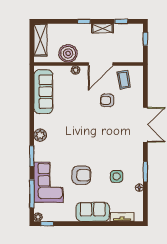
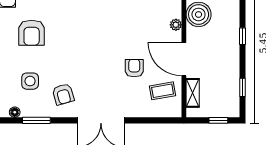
shelving: (103, 28) -> (193, 93), moved
armchair: (126, 152) -> (63, 94), added

